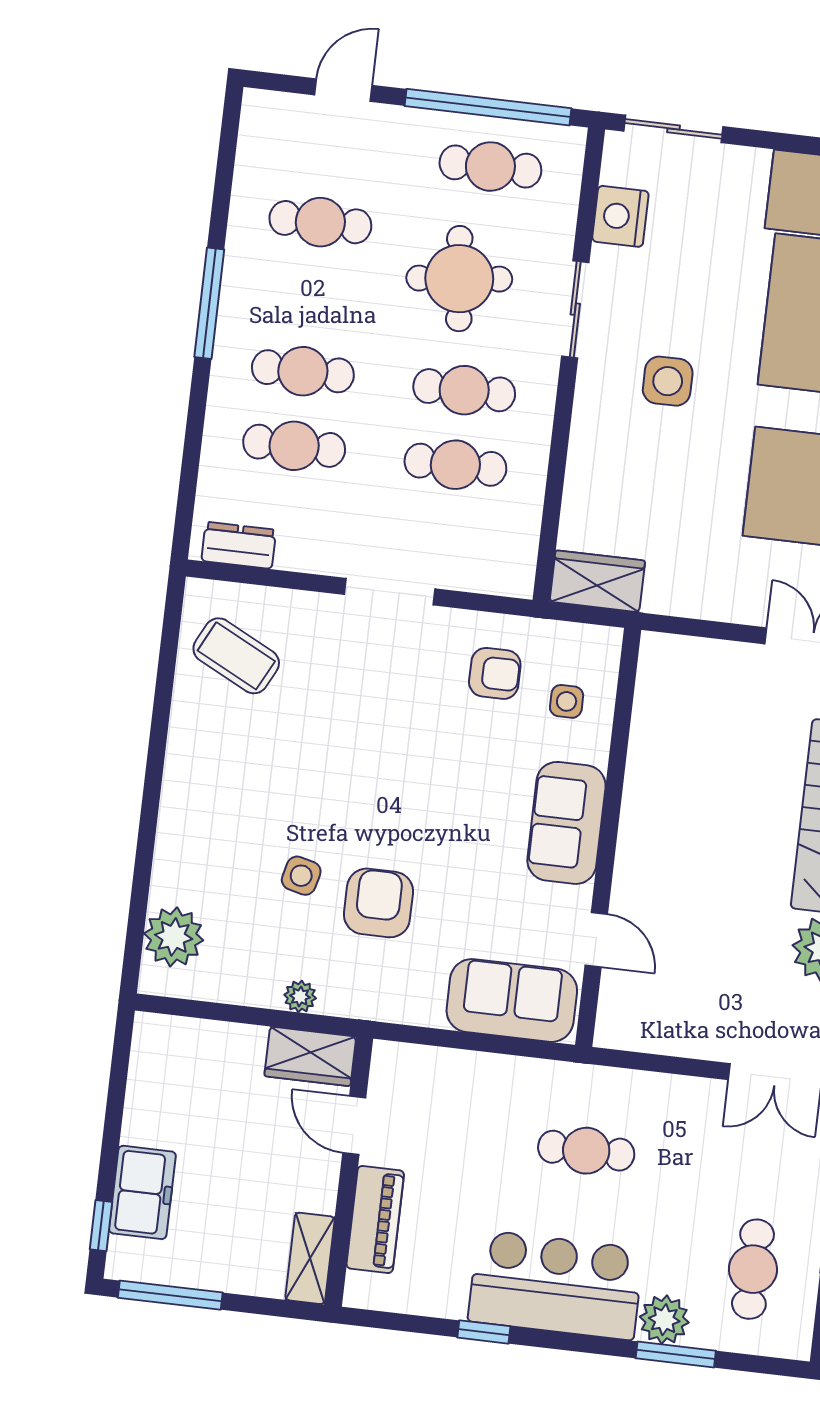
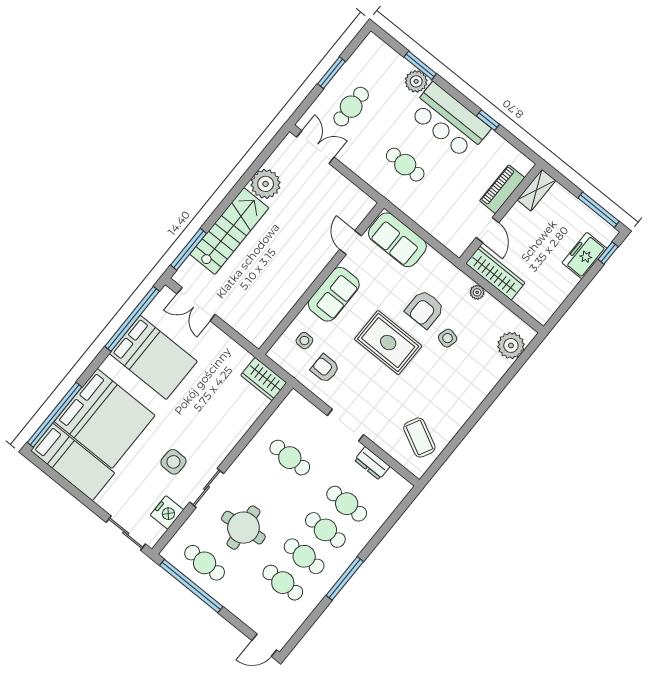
door: (343, 90) -> (264, 645), moved
side table: (668, 381) -> (173, 462), moved
cafe table: (464, 390) -> (304, 556), moved
dresser: (239, 545) -> (372, 463), moved
rug: (407, 797) -> (388, 343), added
wardrobe: (310, 1056) -> (495, 273), width x1.50
cafe table: (753, 1269) -> (351, 107), moved

